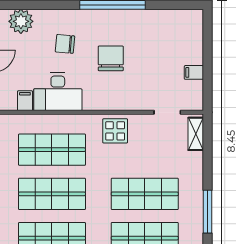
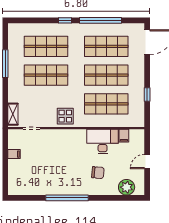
chair: (111, 58) -> (68, 163), removed

